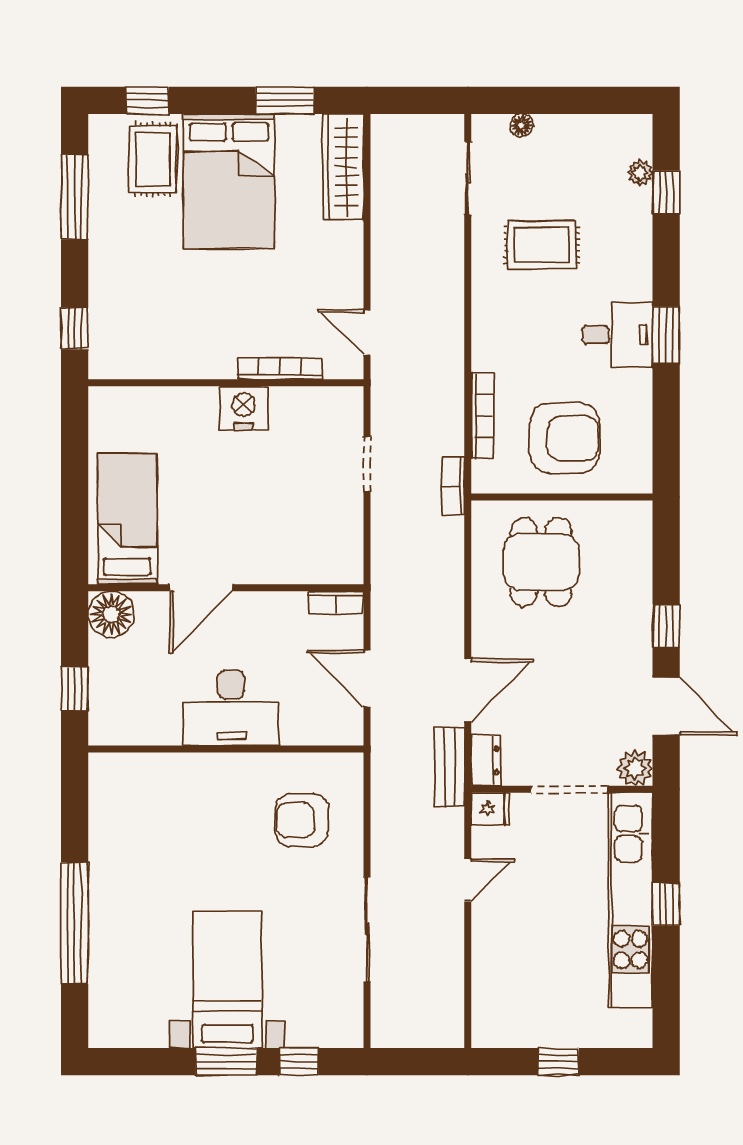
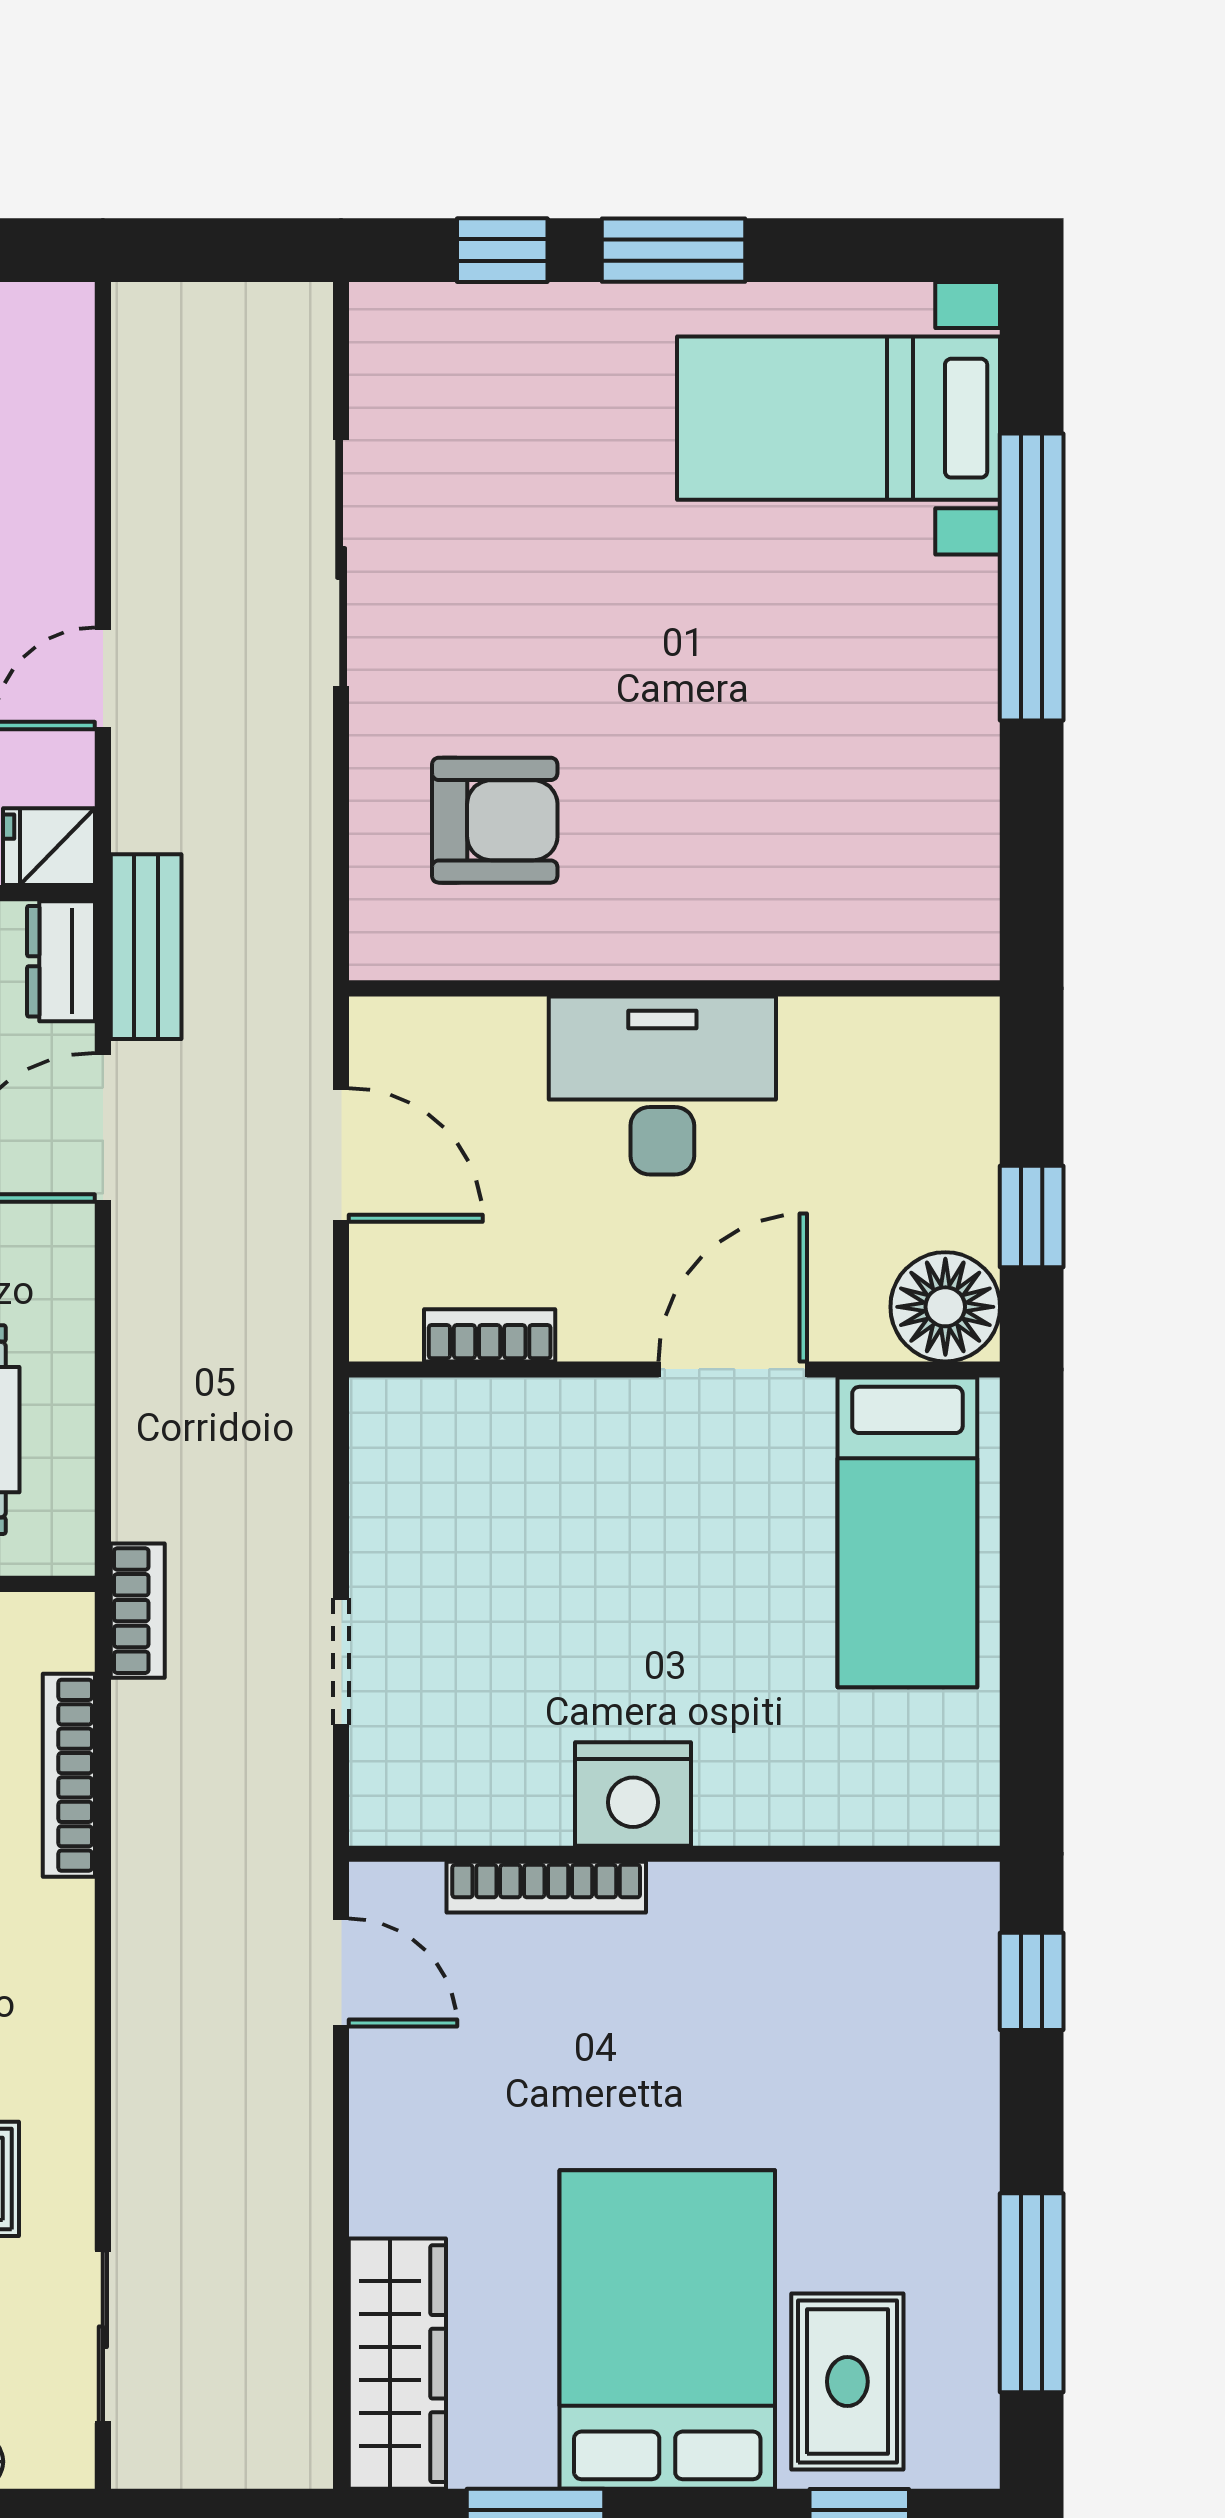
bookcase: (336, 602) -> (490, 1335), moved
window: (75, 689) -> (1032, 1216), moved
bed with nightstands: (227, 980) -> (839, 418), moved, turned 90

